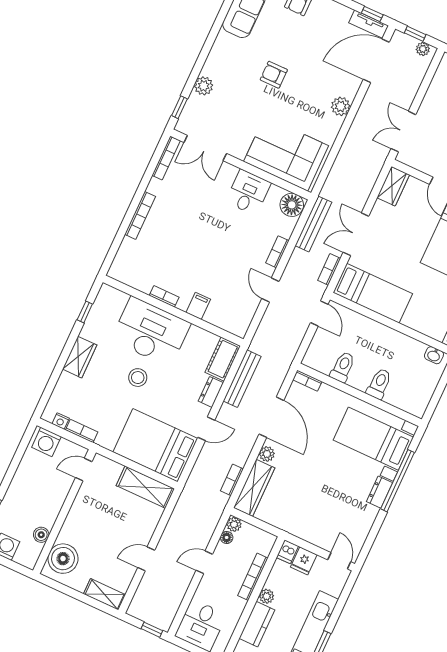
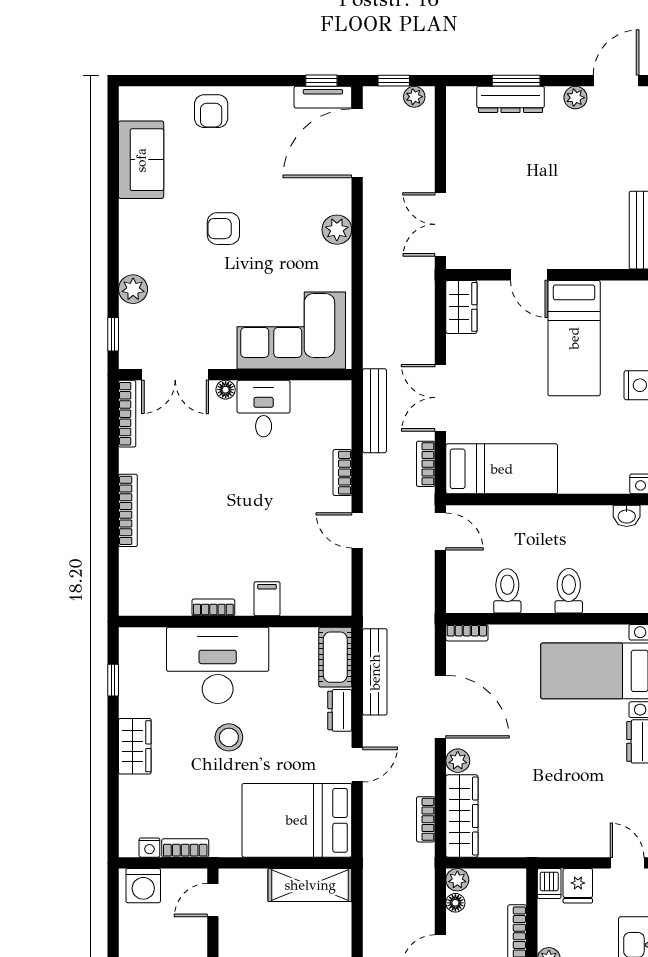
floor lamp: (292, 205) -> (226, 390), moved, width x0.53, depth x0.53

